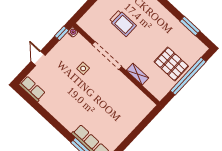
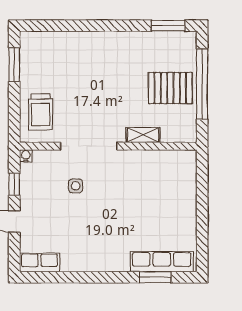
trolley: (123, 23) -> (41, 112), moved, turned 90
window: (190, 26) -> (168, 26), moved
window: (62, 33) -> (14, 184), moved

